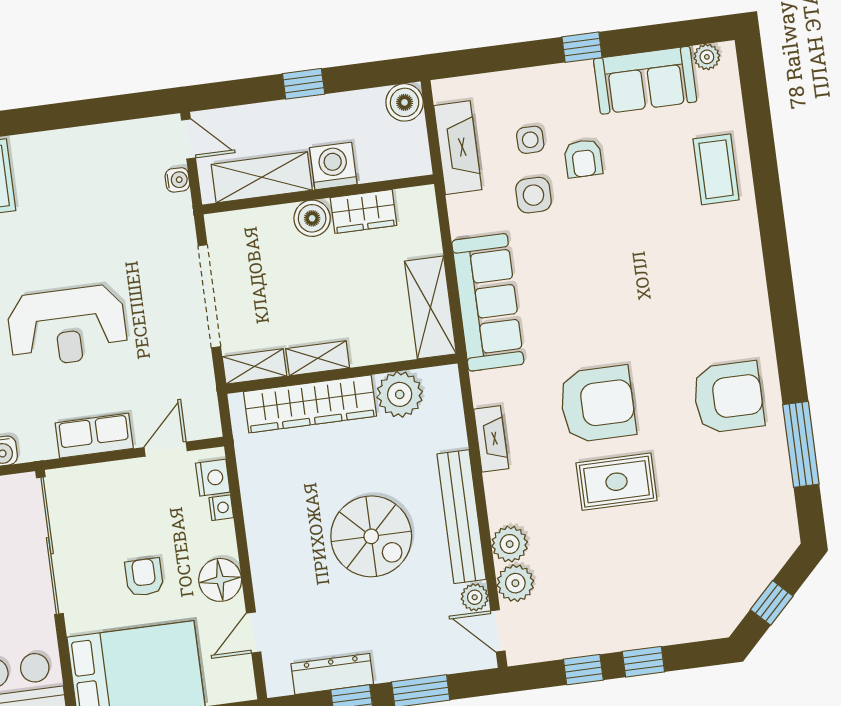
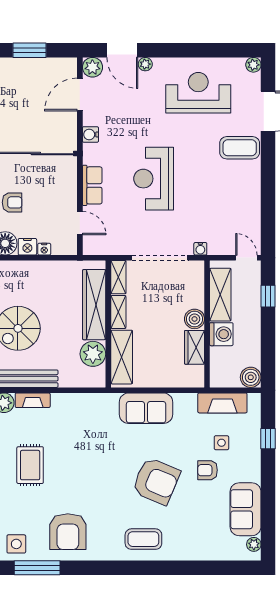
window: (582, 47) -> (268, 439), moved
window: (304, 84) -> (268, 296), moved
door: (189, 139) -> (246, 258), swing flipped
coffee table: (716, 169) -> (143, 539), moved
water cooler: (177, 180) -> (200, 249), moved
side table: (533, 195) -> (16, 544), moved
sofa: (488, 302) -> (146, 408), width x0.73
shelving: (430, 307) -> (122, 357), moved, turned 90
armchair: (597, 404) -> (156, 481), moved, turned -67
fireplace: (491, 439) -> (33, 400), moved
nightstand: (213, 478) -> (27, 247), moved

